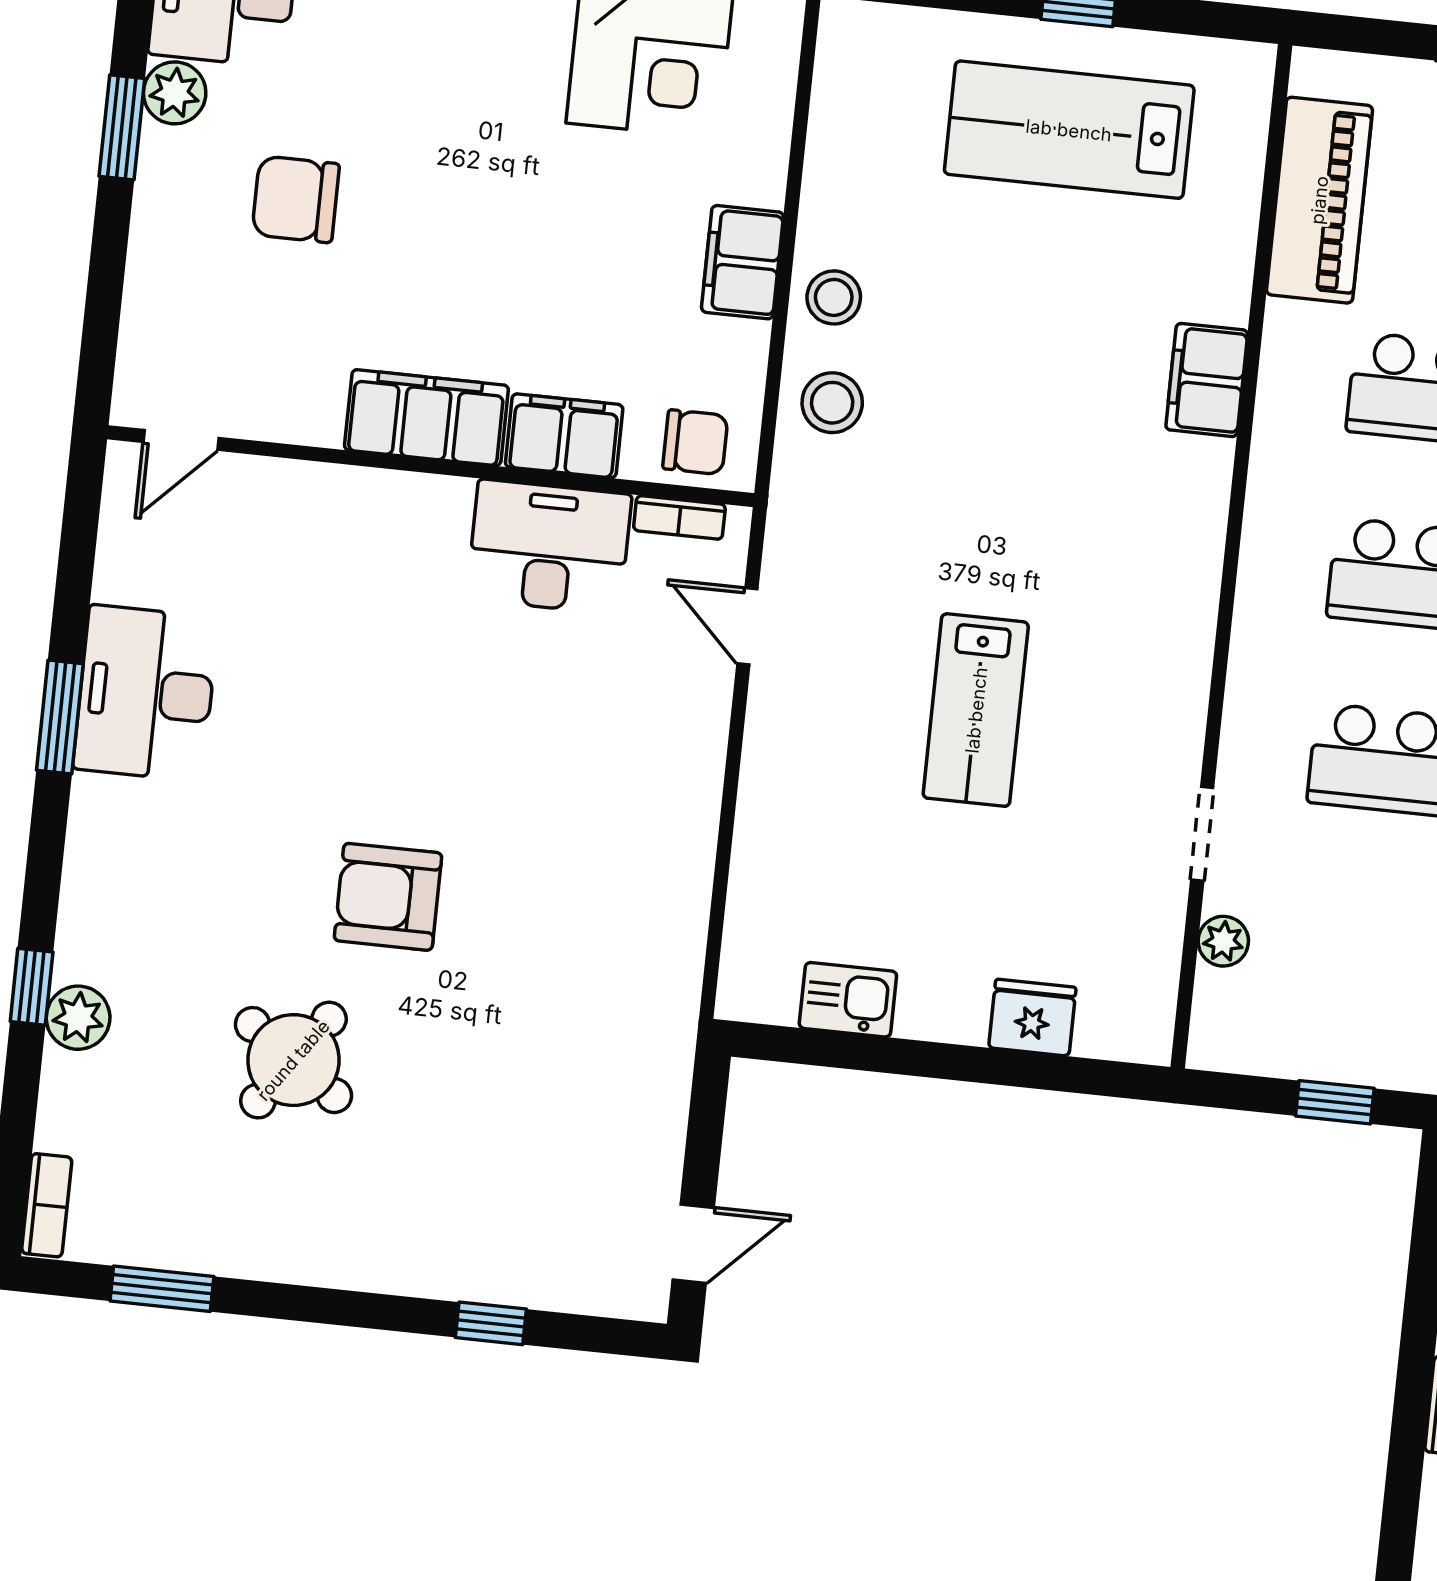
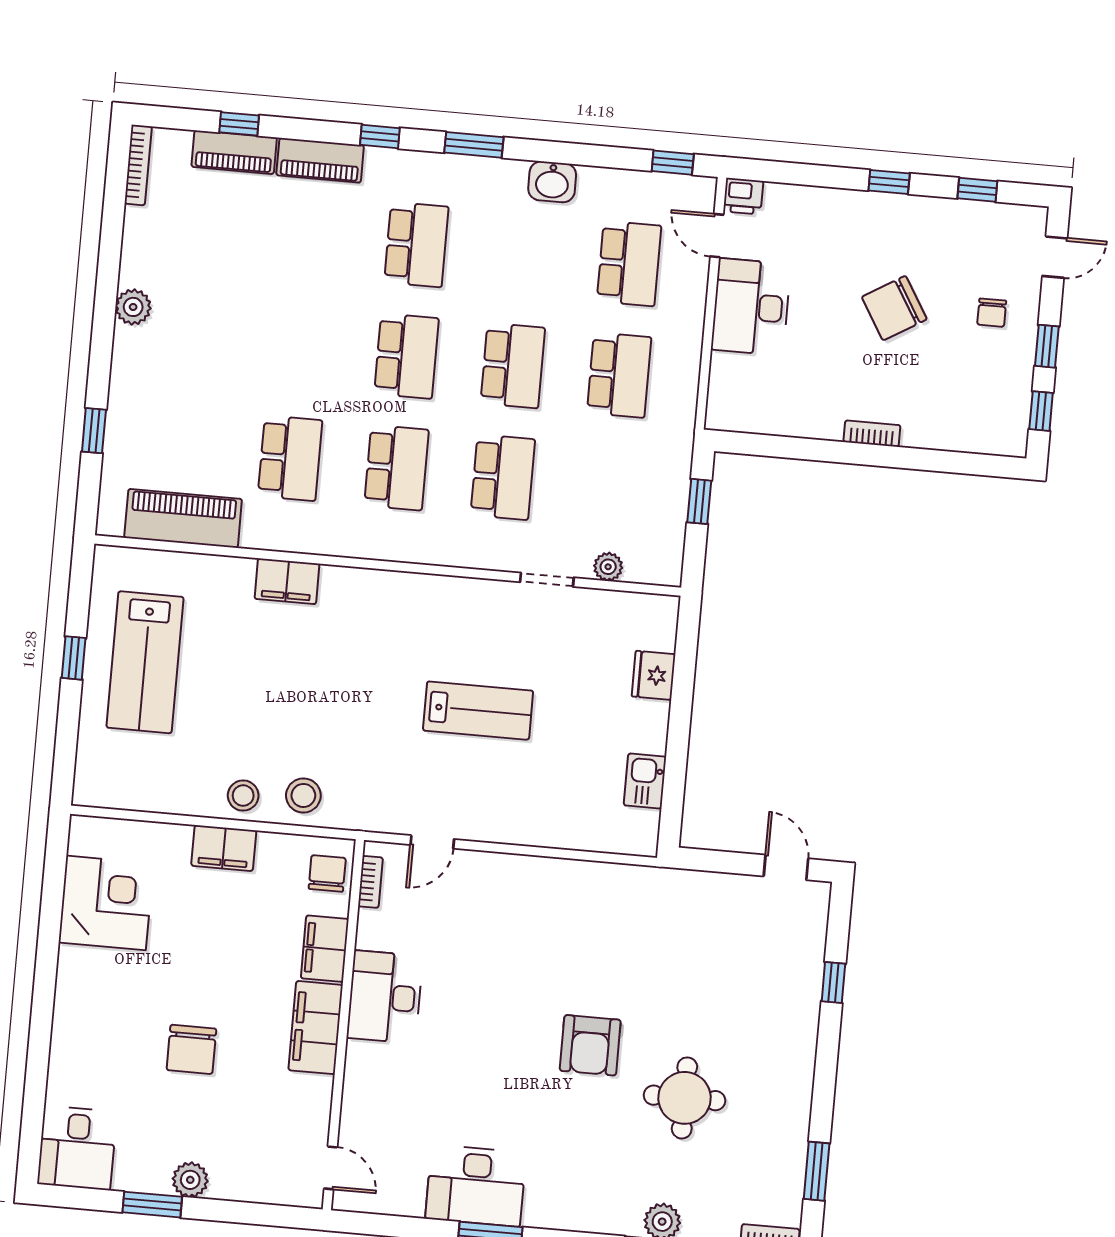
plant: (175, 93) -> (190, 1180), moved
chair: (296, 199) -> (191, 1049), moved
desk: (549, 547) -> (385, 997), moved
round table: (293, 1060) -> (684, 1098), turned -35

